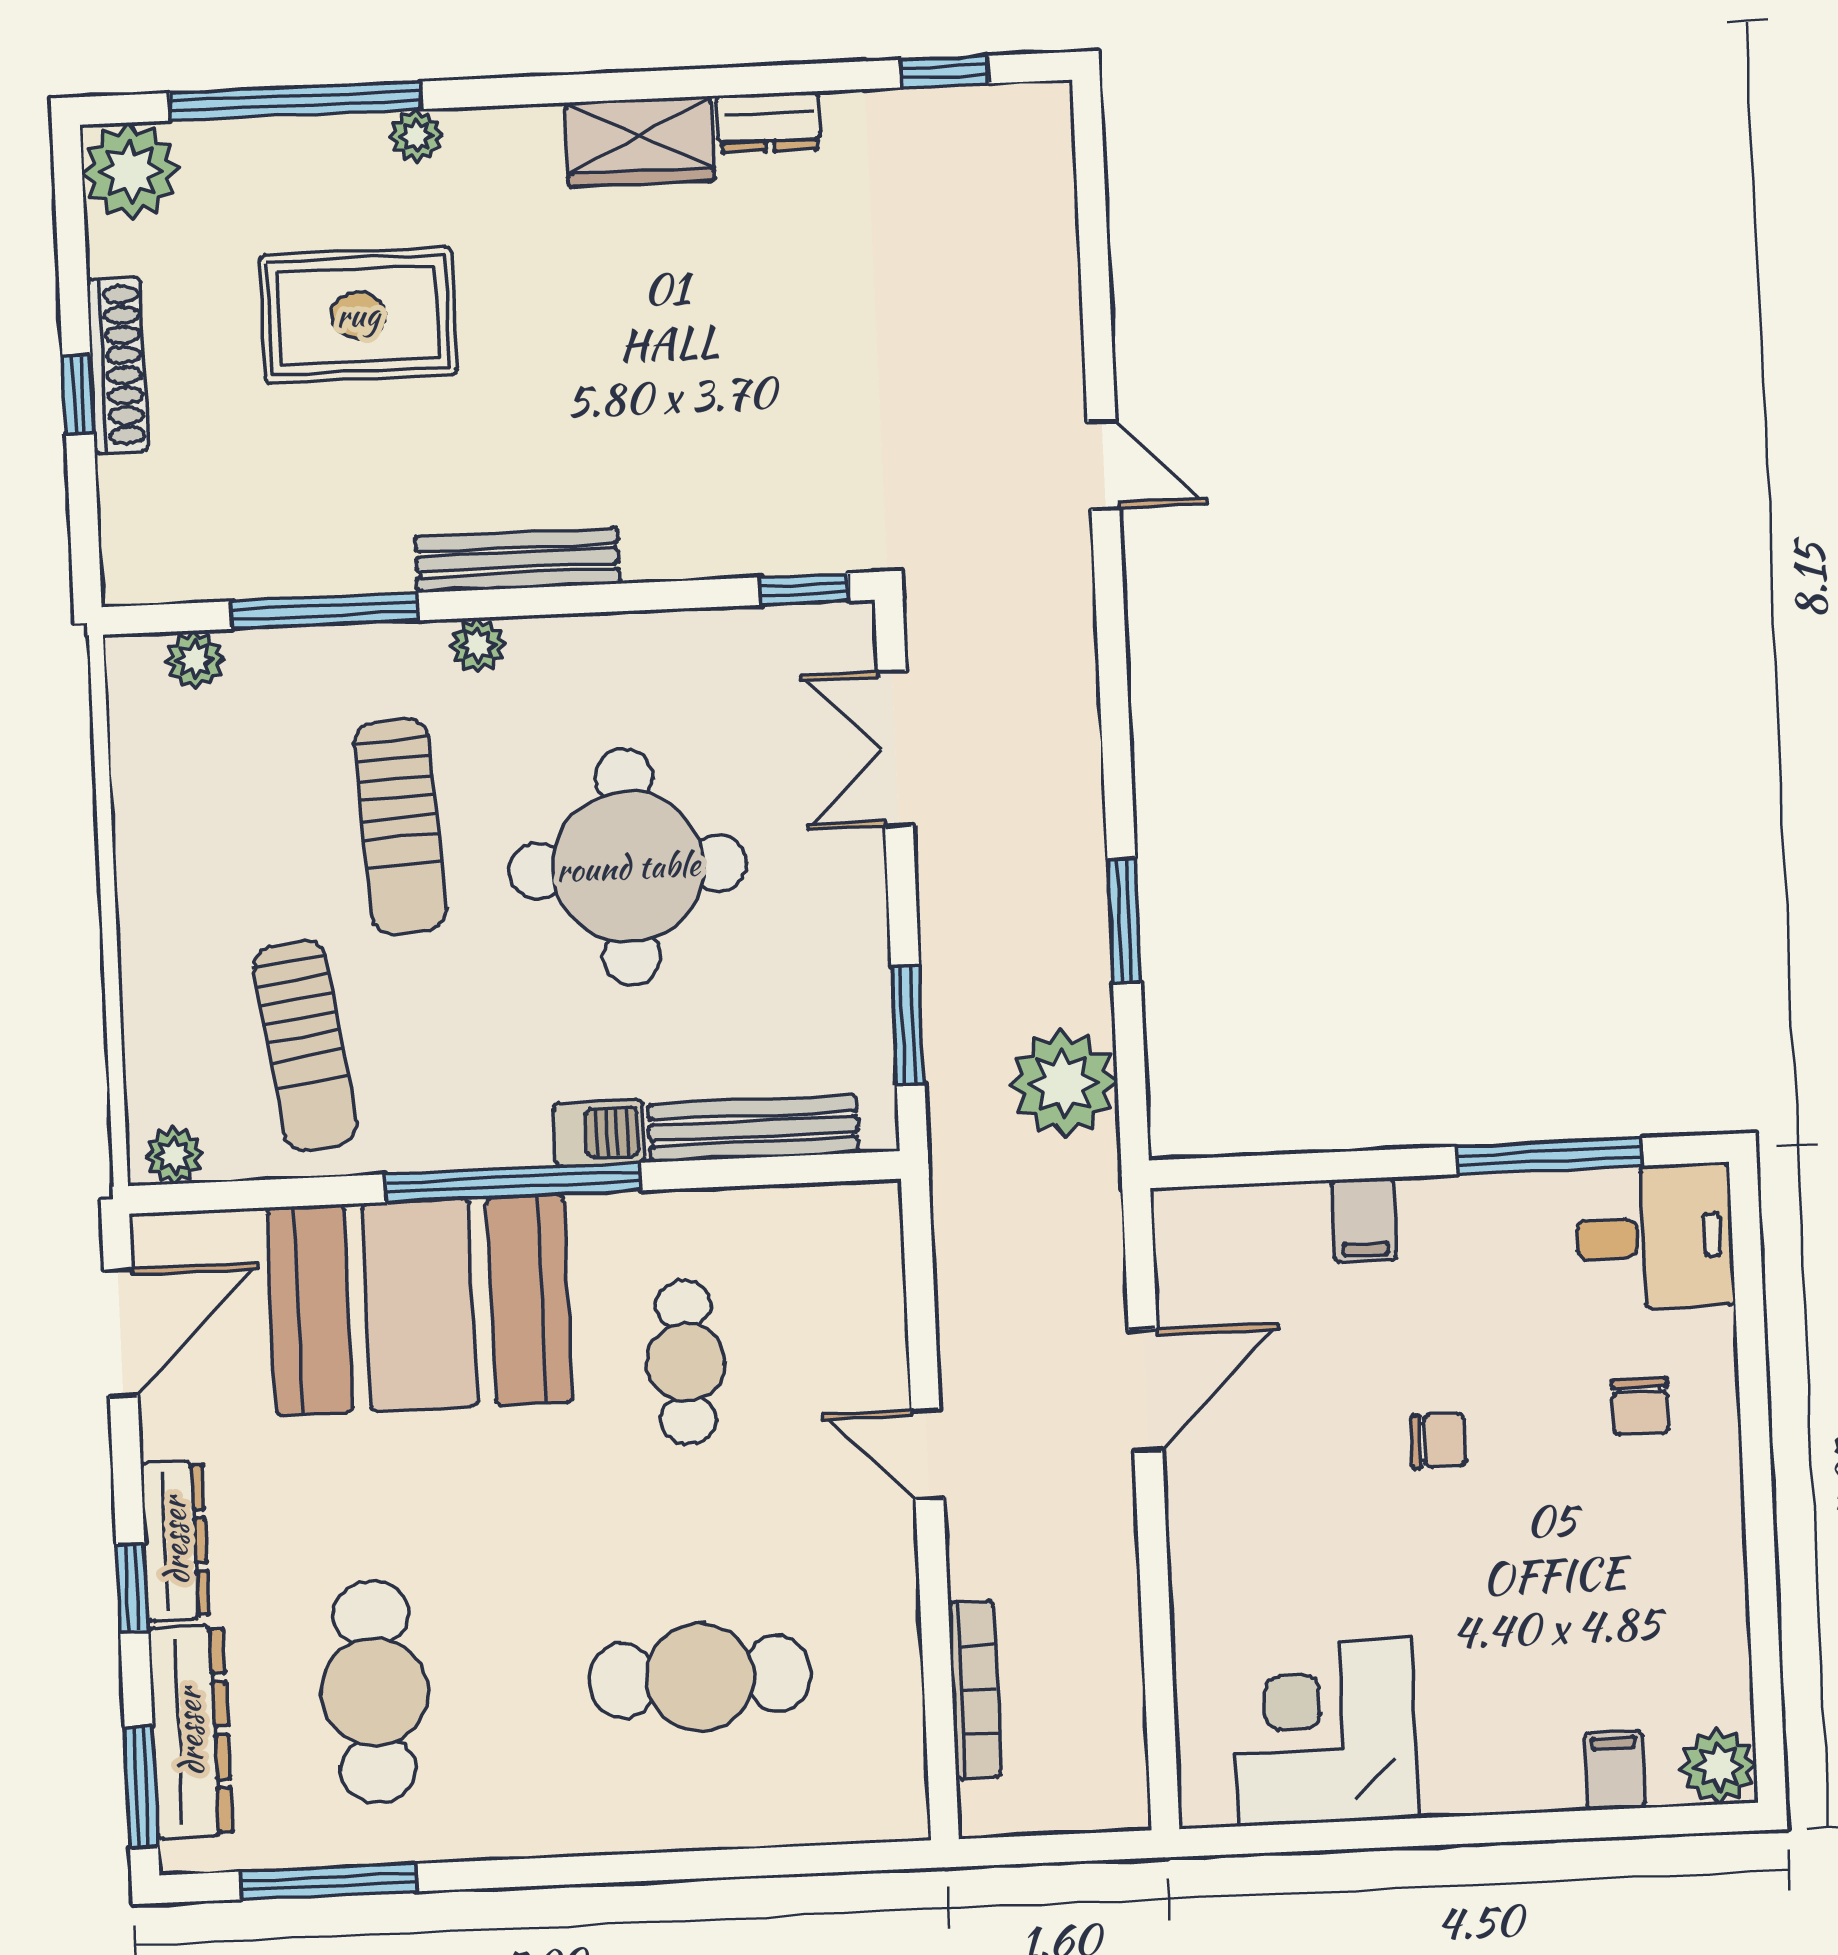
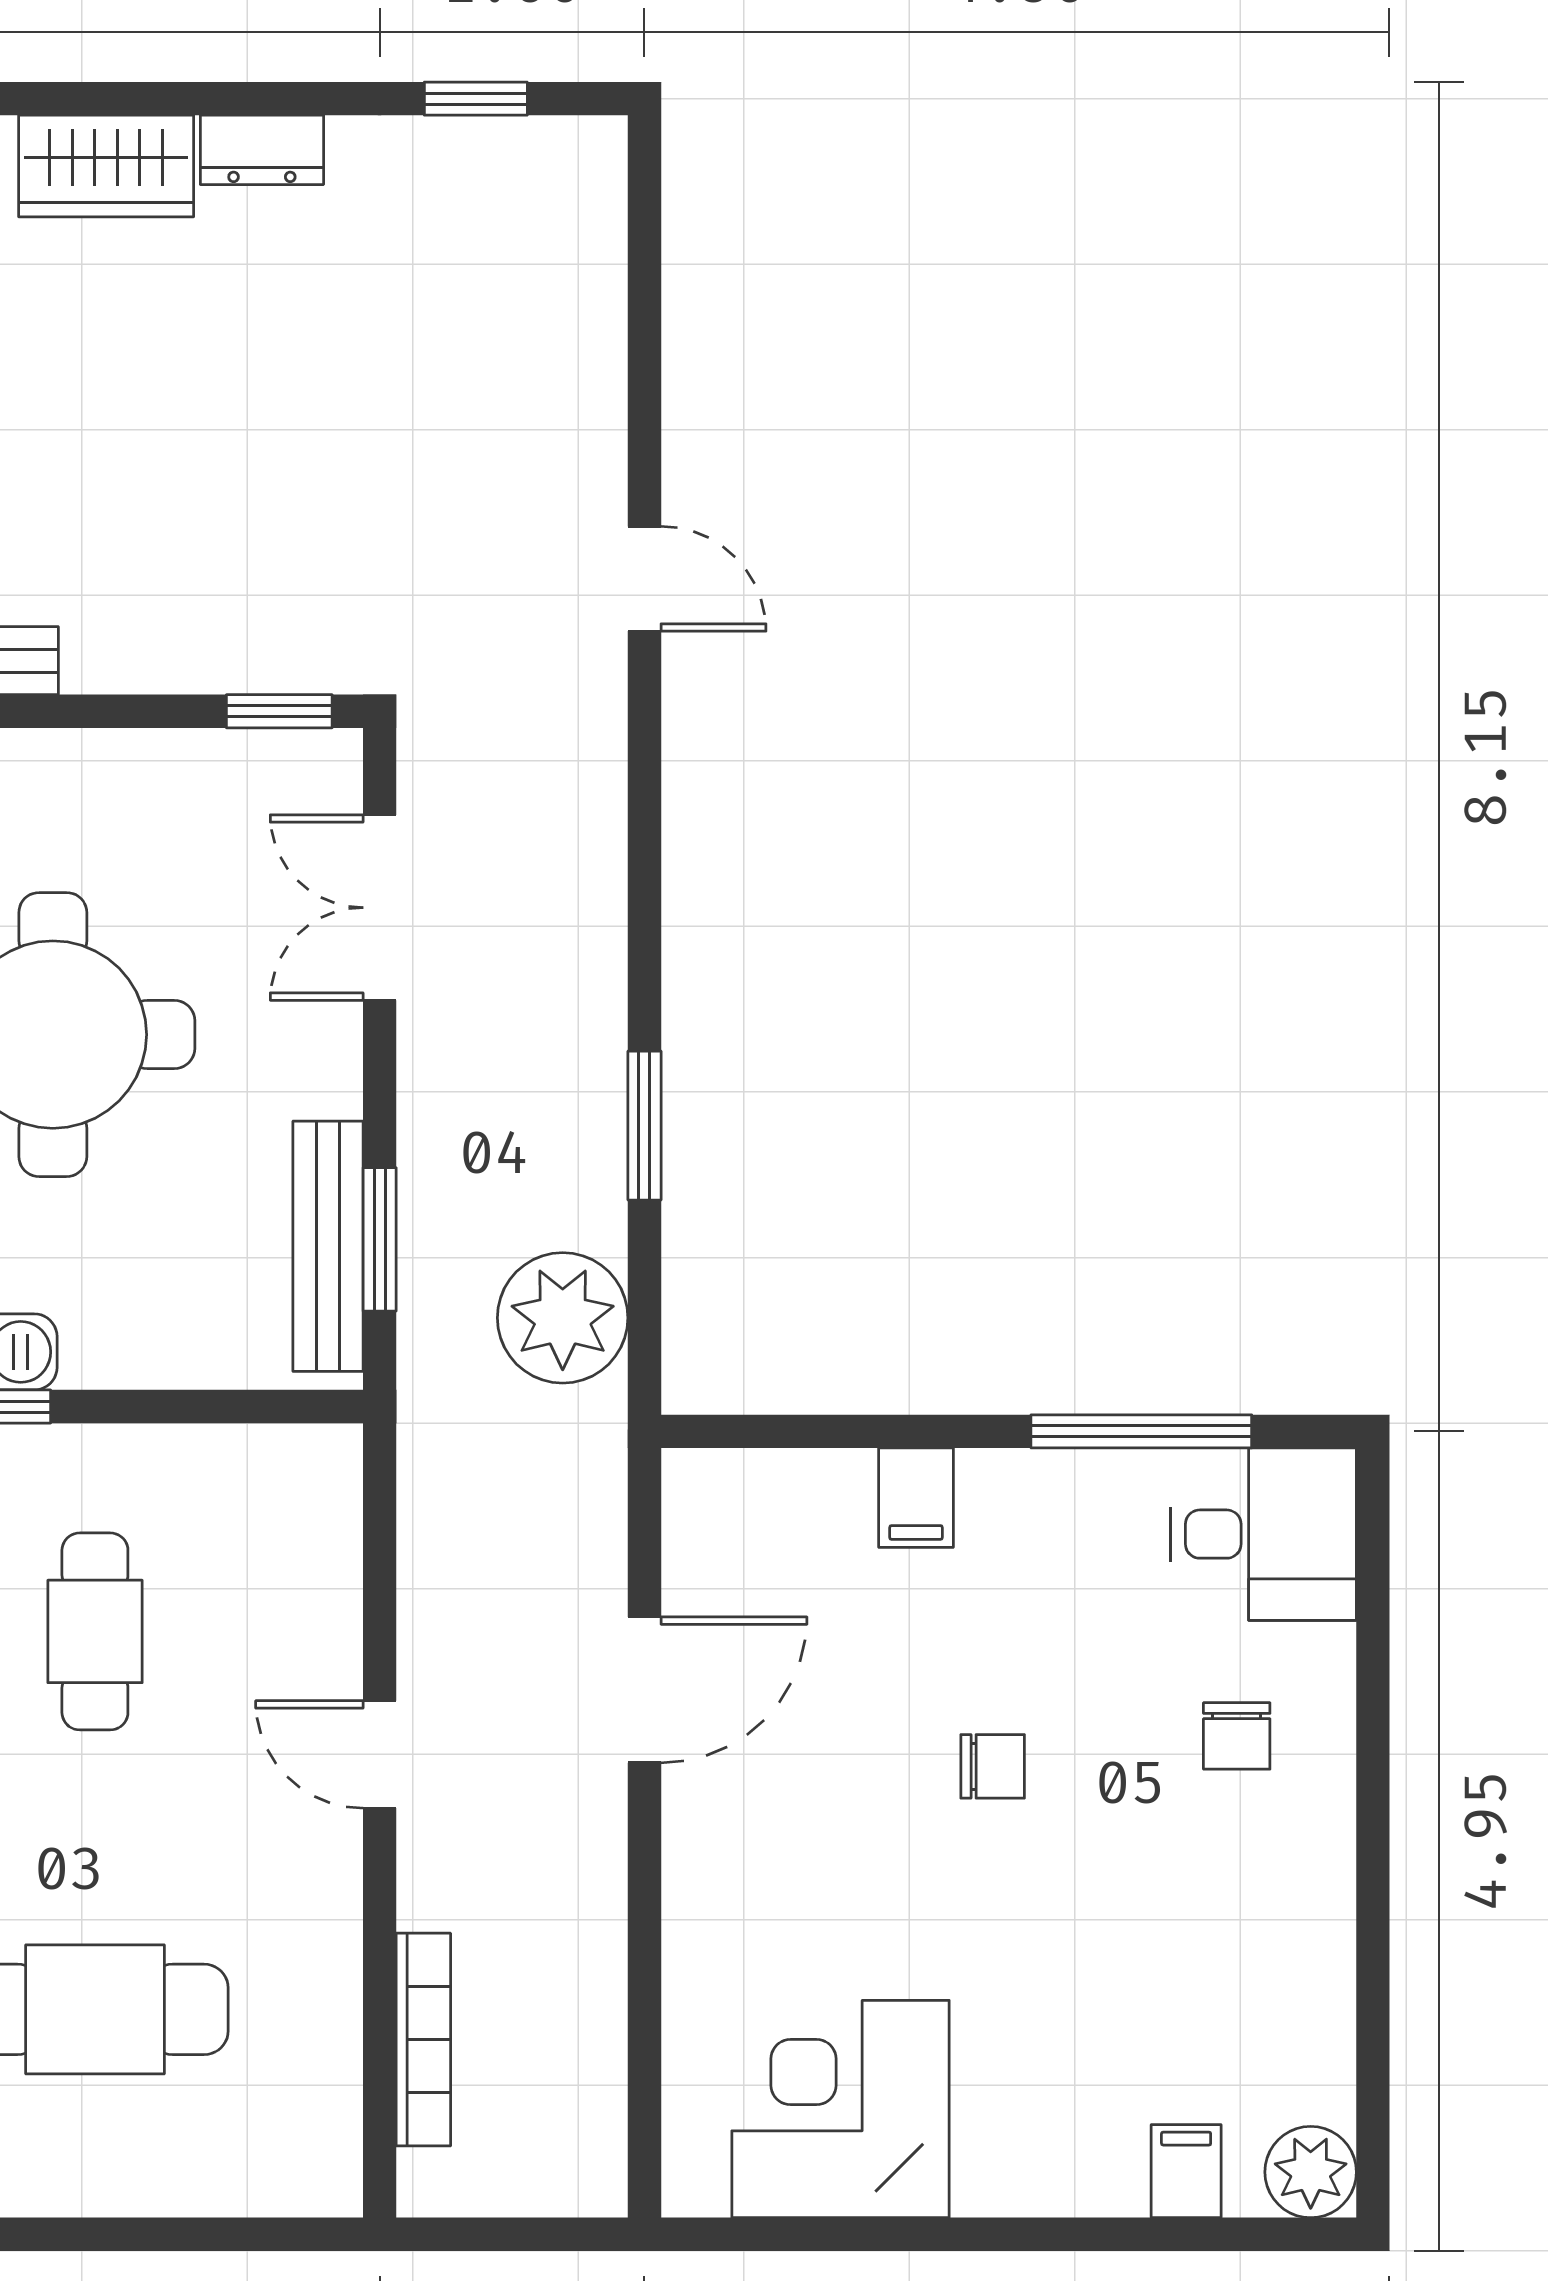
bench: (754, 1128) -> (328, 1246), moved, turned 90

